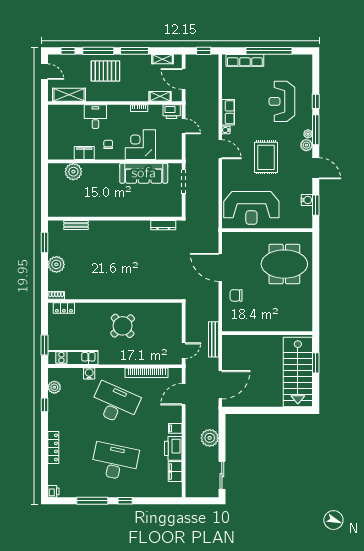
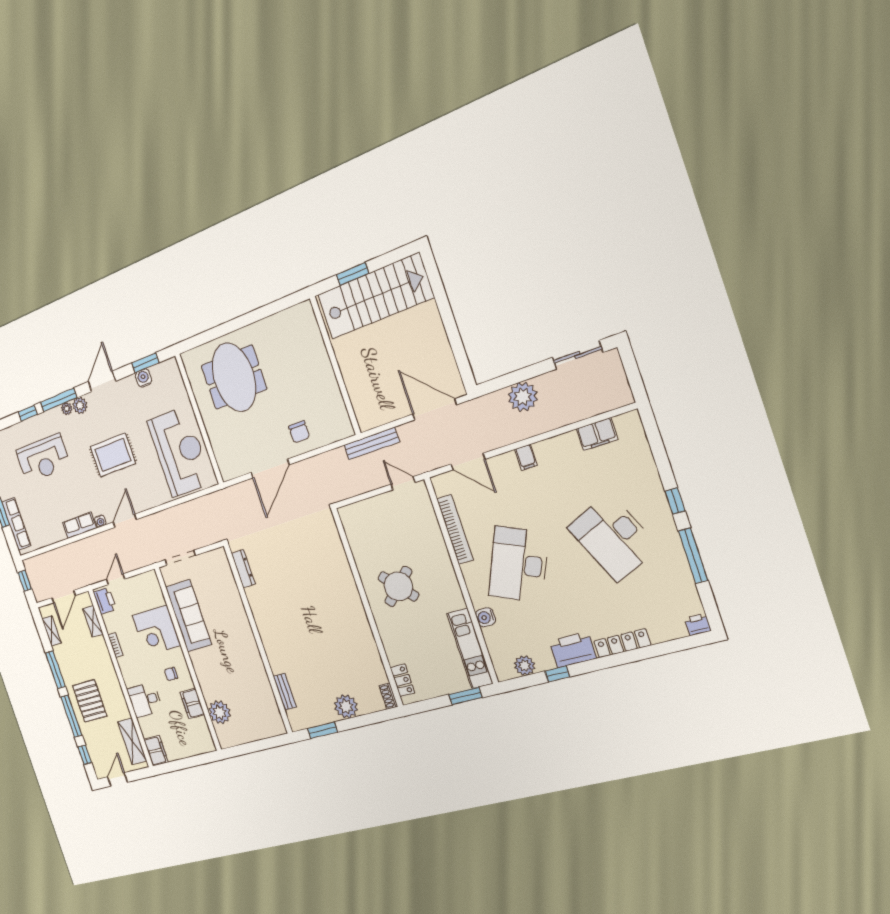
filing cabinet: (58, 112) -> (156, 751), added
printer: (173, 448) -> (573, 650), moved, turned 180
desk: (115, 462) -> (613, 537), turned -36

